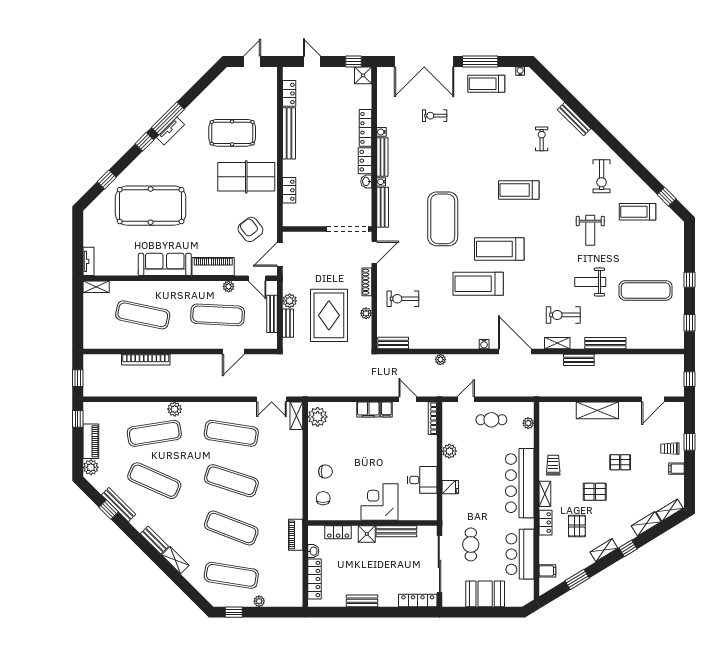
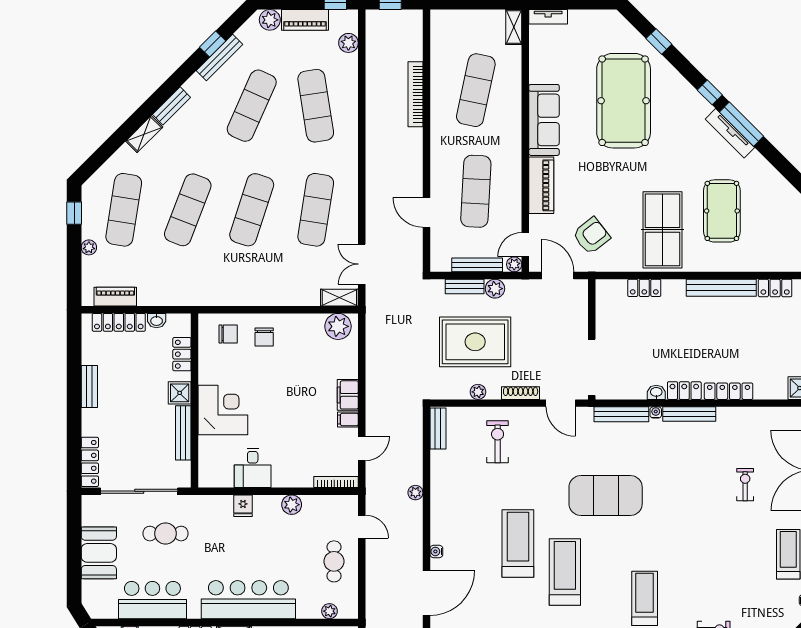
tv unit: (170, 131) -> (730, 133), width x1.41
water cooler: (382, 132) -> (723, 413), removed
plant: (229, 286) -> (514, 264), moved
plant: (175, 409) -> (348, 43), moved
piano: (296, 535) -> (115, 297), moved

